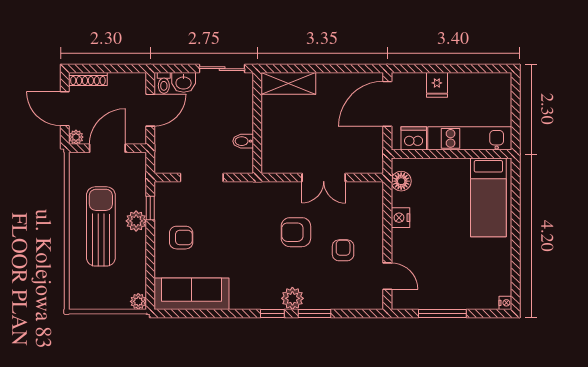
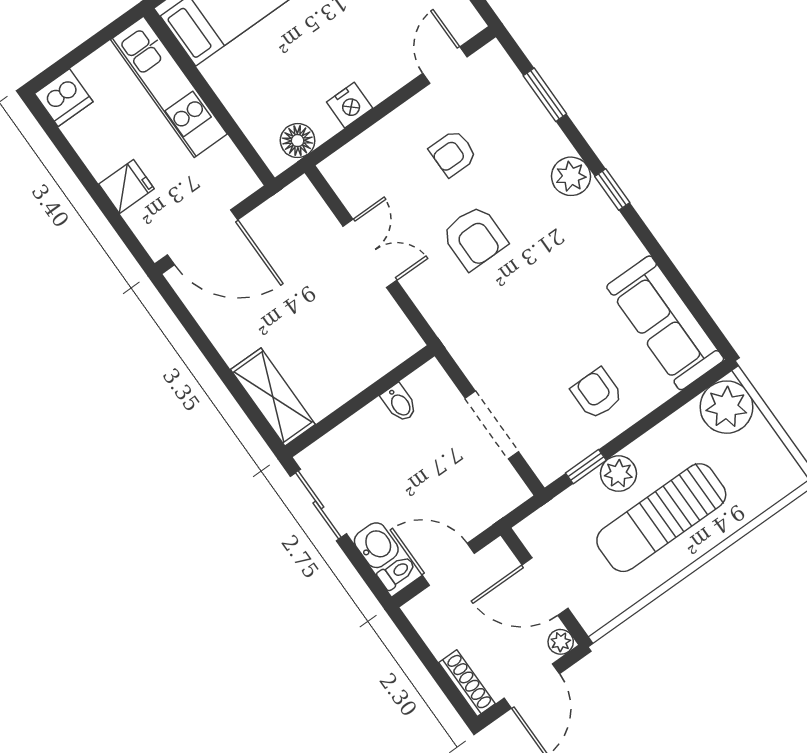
dishwasher: (414, 138) -> (64, 98), moved, turned -90
plant: (138, 301) -> (726, 407), width x1.87, depth x1.87
window: (314, 313) -> (545, 95), moved

